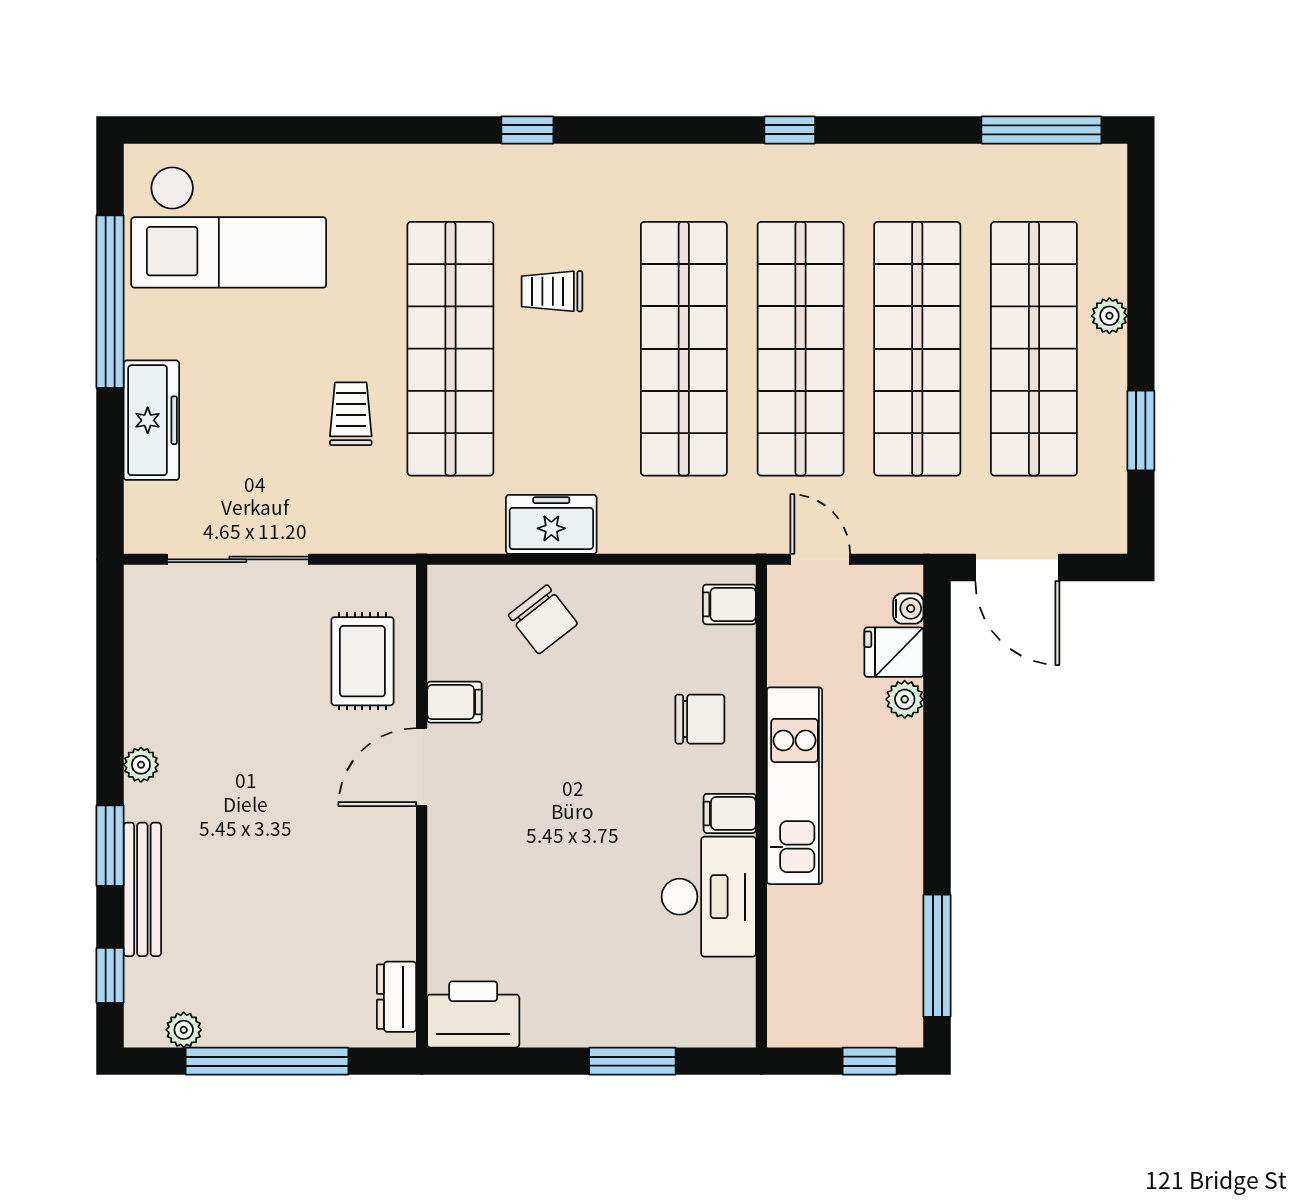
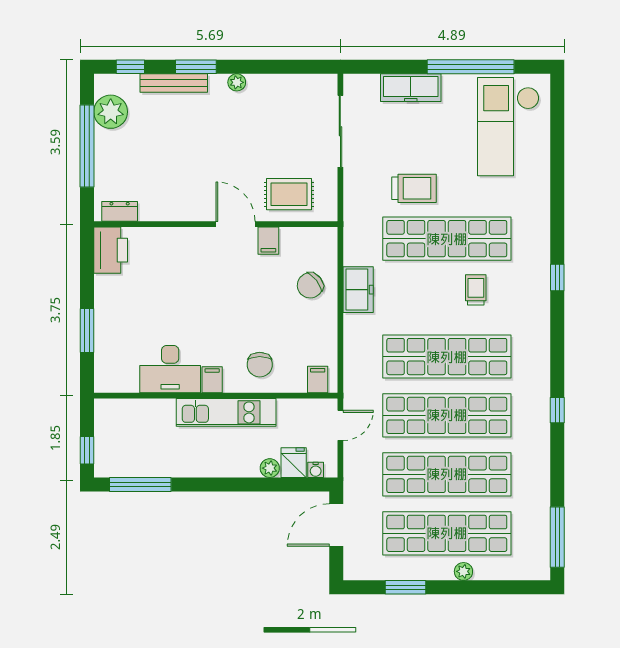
trolley: (351, 414) -> (414, 188), width x1.36, depth x1.39
plant: (184, 1030) -> (111, 112), width x1.87, depth x1.87

